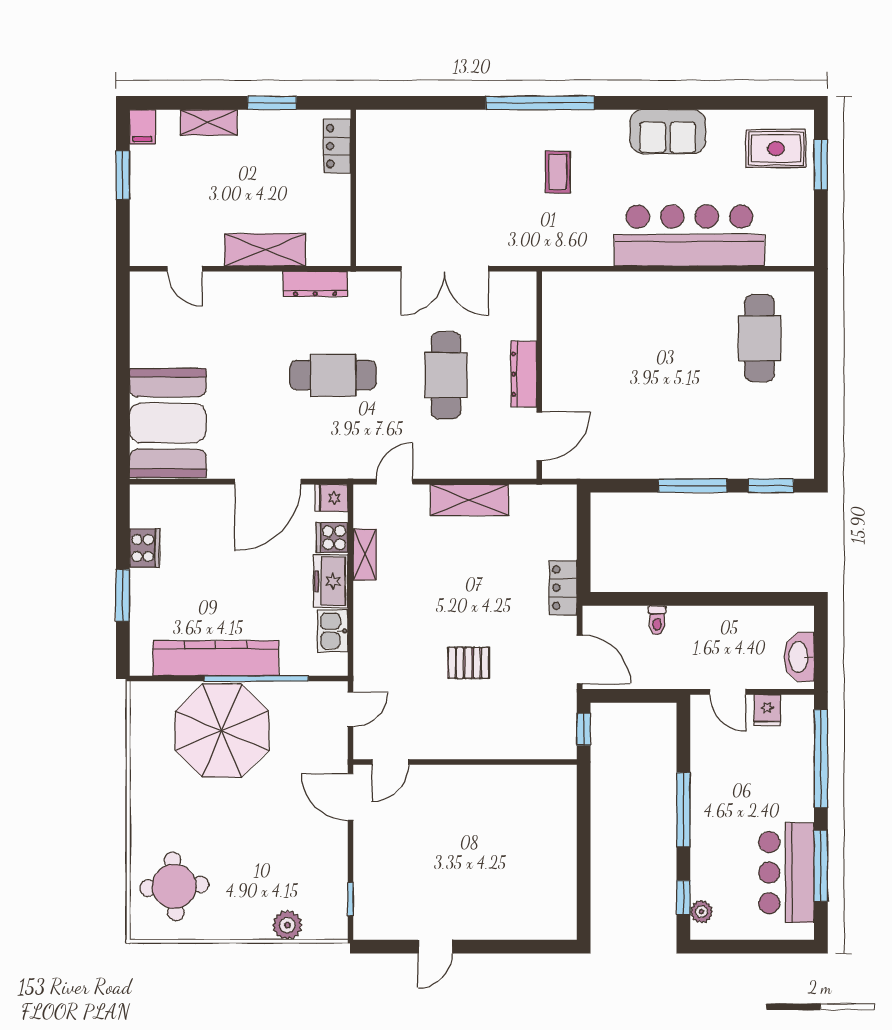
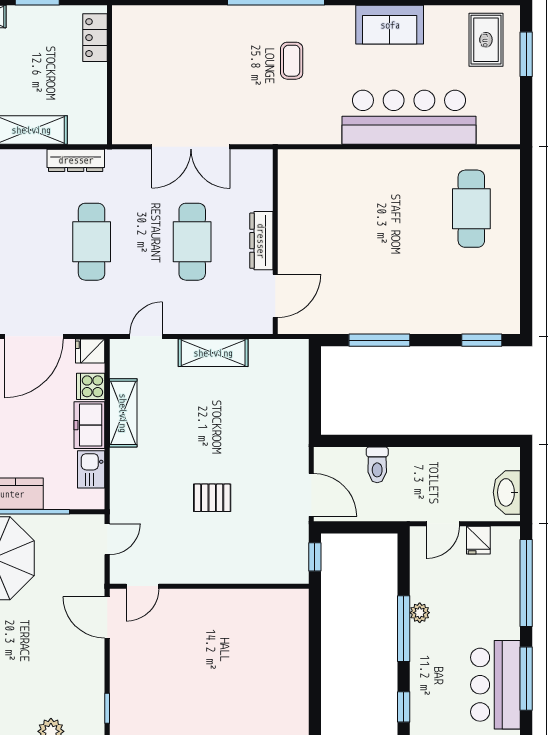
rug: (776, 148) -> (486, 40), turned 90
cafe table: (333, 375) -> (92, 242), turned 90
window: (693, 486) -> (379, 340), moved
shelving: (365, 555) -> (123, 413), width x1.50, depth x1.33
locker: (563, 588) -> (297, 431), removed
toilet: (657, 620) -> (377, 465), width x1.37, depth x1.39
door: (728, 692) -> (443, 524), hinge flipped
plant: (701, 912) -> (420, 613), moved

